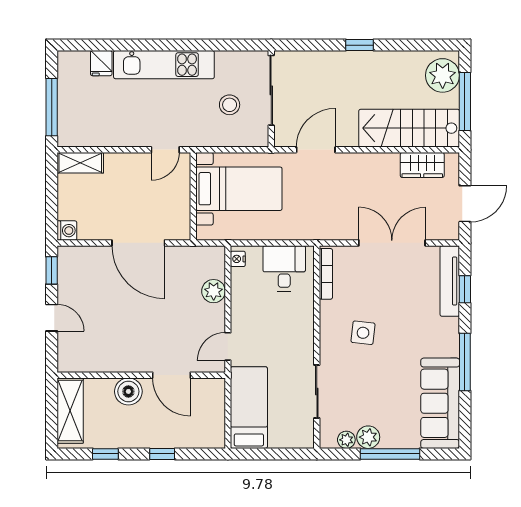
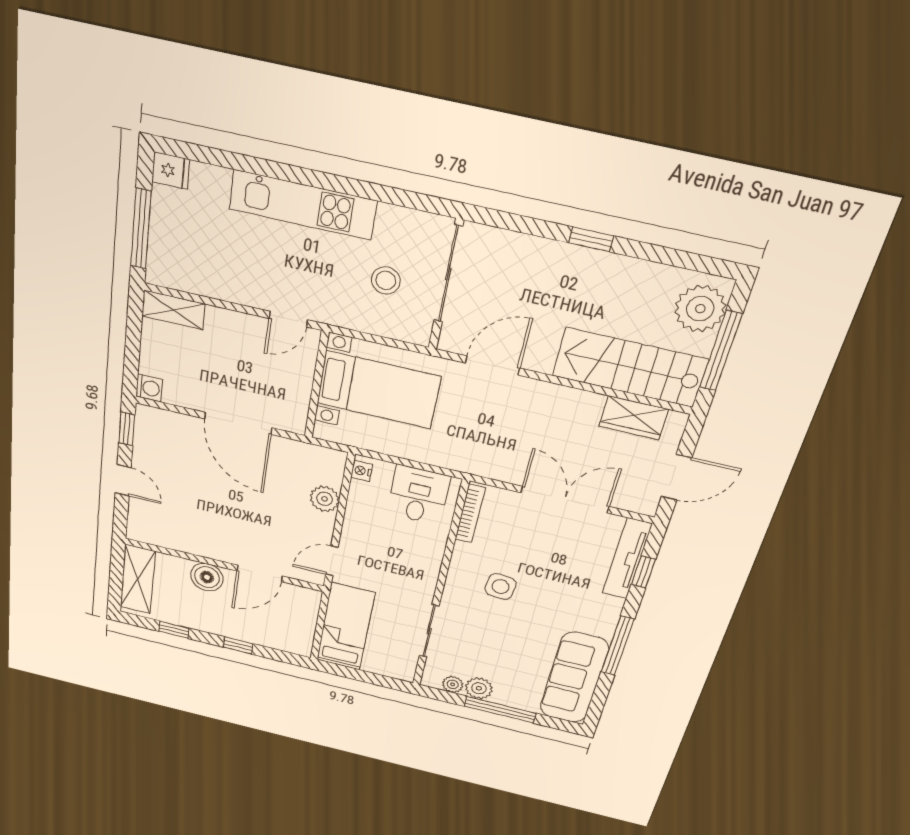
fridge: (101, 63) -> (171, 171), moved, turned -90
door: (171, 375) -> (260, 573), hinge flipped

